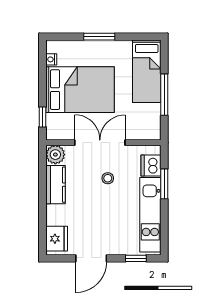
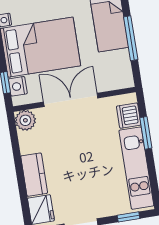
nightstand: (53, 122) -> (18, 86), added
stool: (108, 178) -> (85, 137), removed
kitchen counter: (55, 185) -> (34, 175), moved

